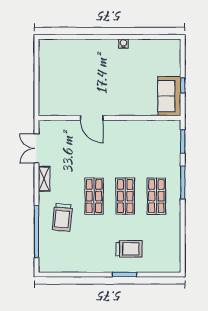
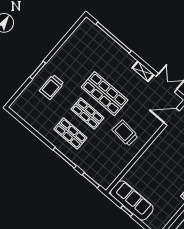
sofa: (169, 96) -> (132, 200), width x1.36
door: (92, 118) -> (172, 117), moved
shop shelf: (94, 196) -> (105, 94), width x1.43, depth x1.36
trolley: (62, 217) -> (125, 133), moved

